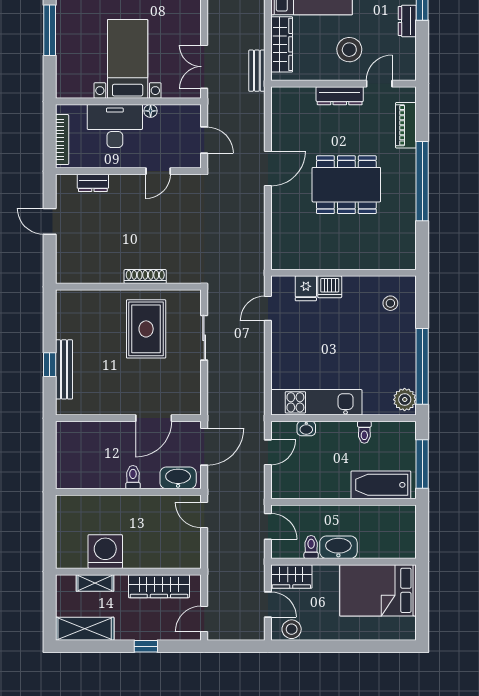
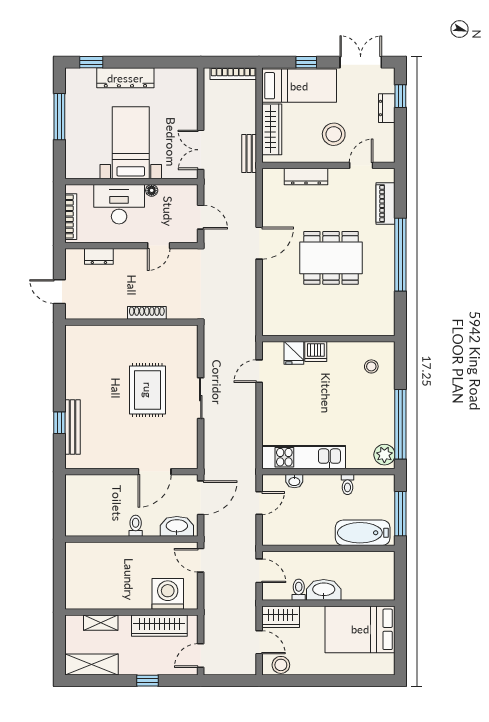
dresser: (340, 96) -> (306, 176), moved
shoe rack: (145, 277) -> (147, 313), moved
wall: (128, 287) -> (131, 322), moved
washing machine: (105, 552) -> (168, 594), moved

